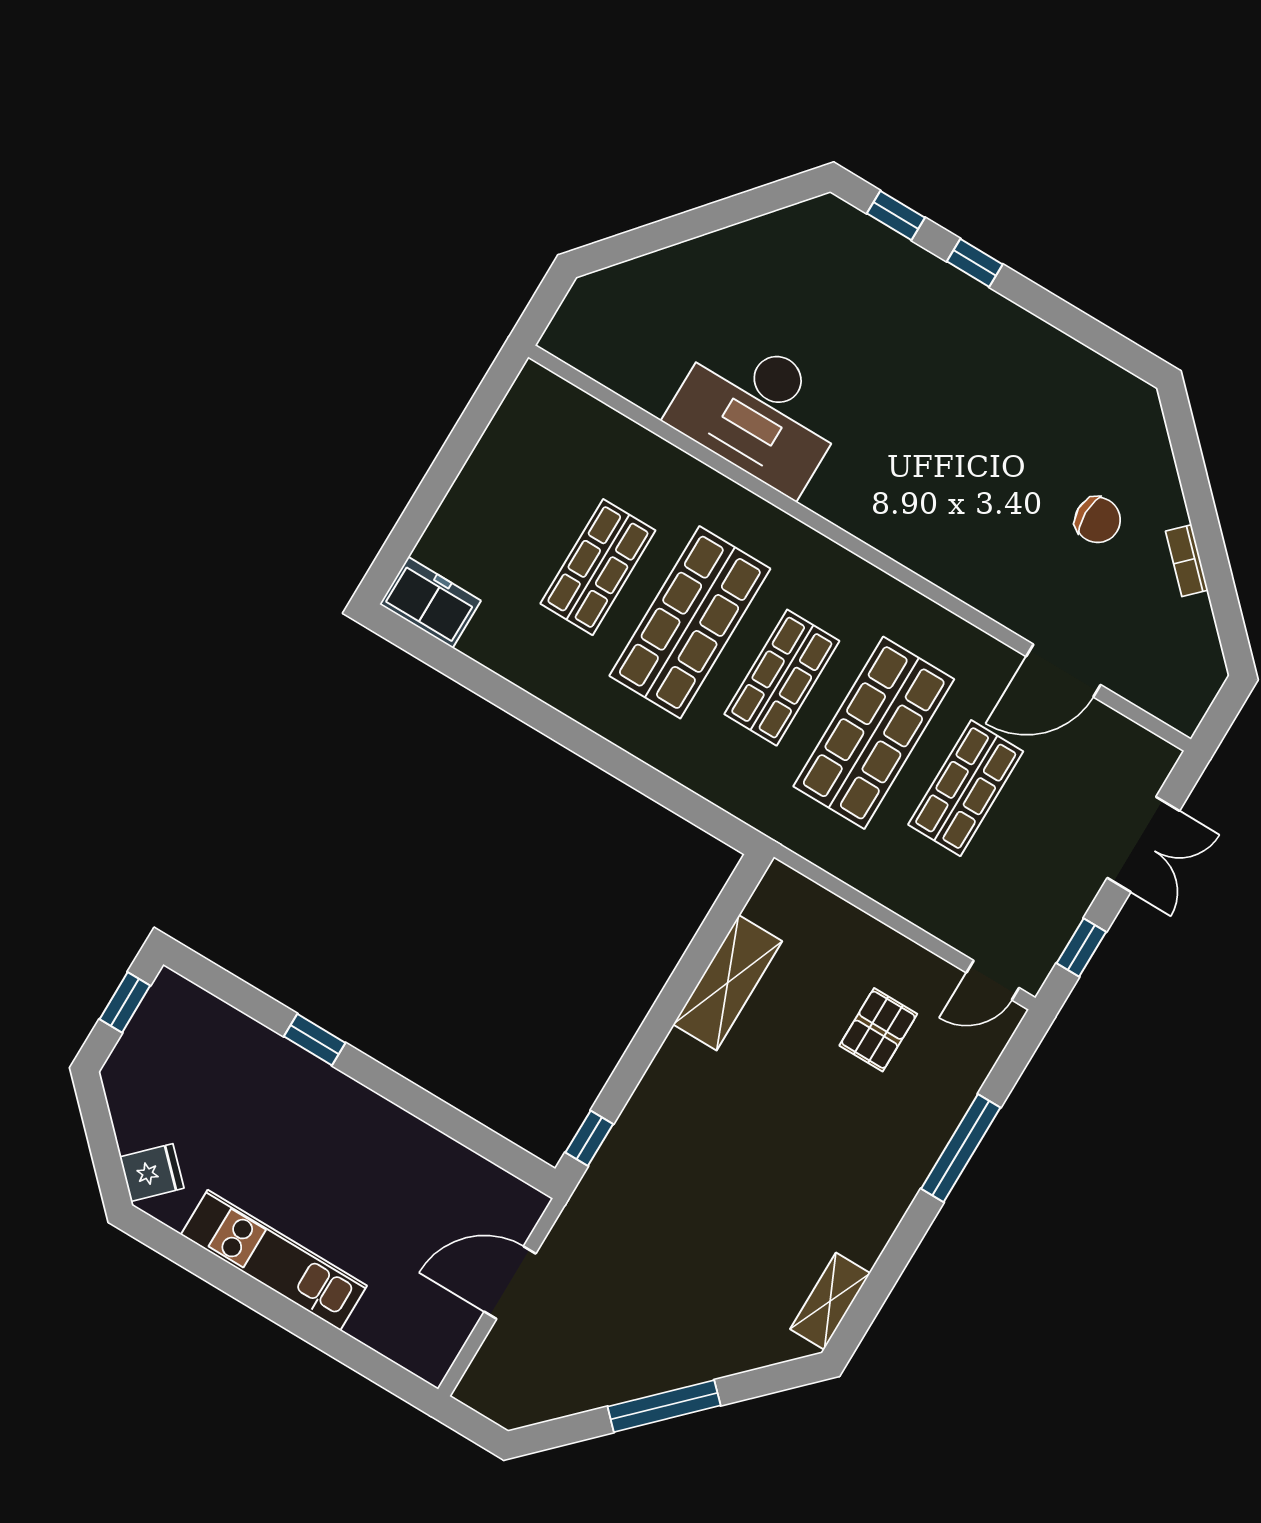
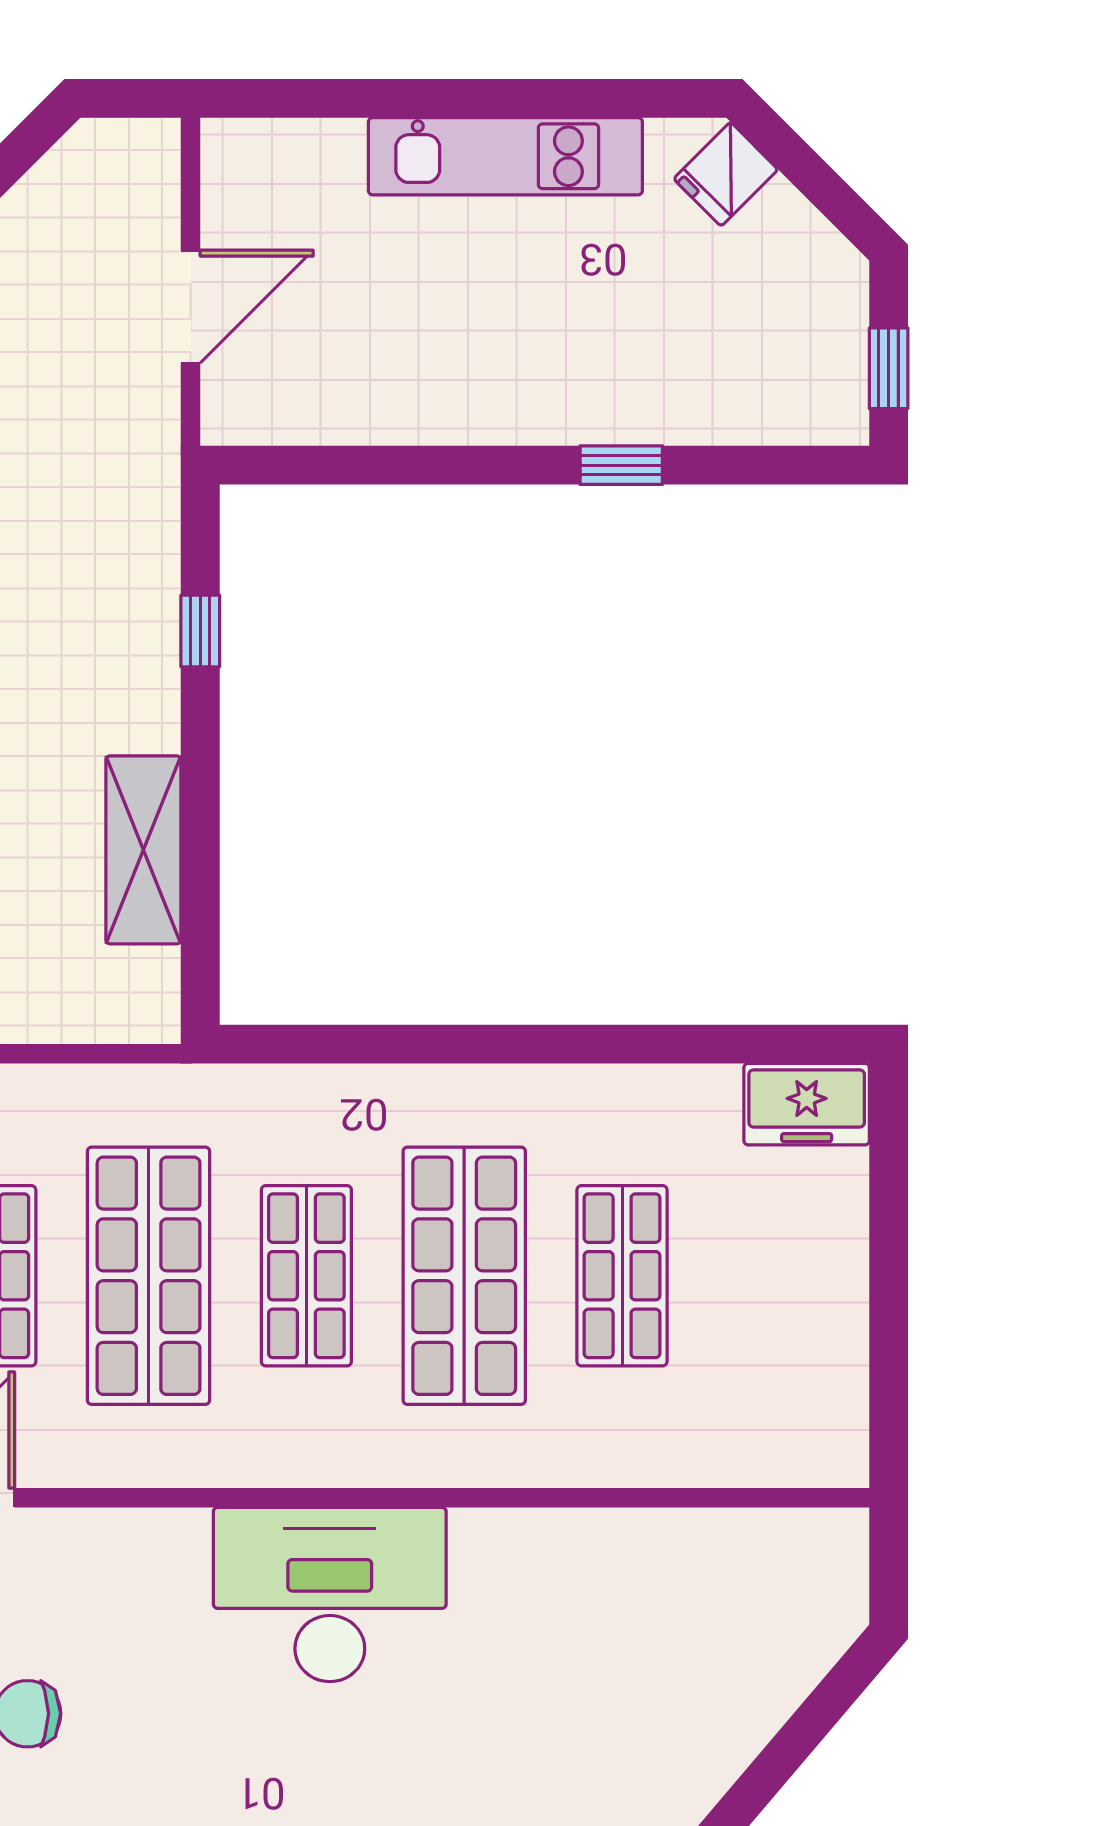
desk: (759, 411) -> (330, 1595), moved
window: (589, 1138) -> (200, 631), moved

